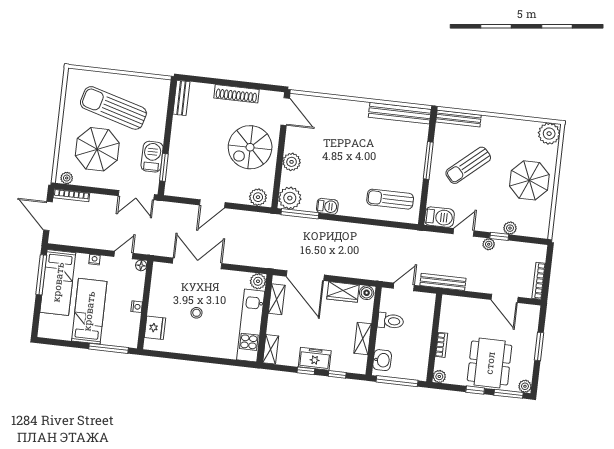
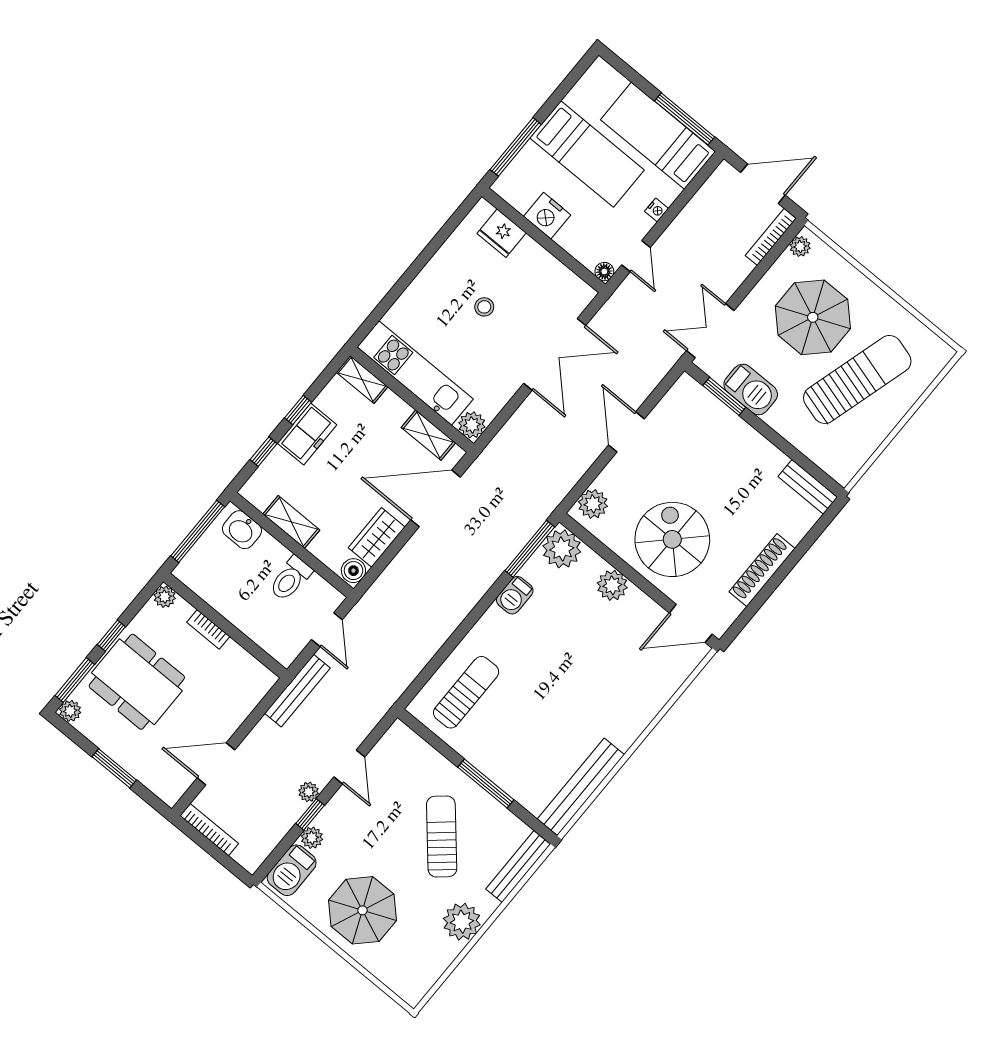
plant: (549, 134) -> (462, 922), moved
barbecue: (439, 217) -> (292, 870), moved
nightstand: (137, 307) -> (547, 216), width x1.89, depth x1.79

